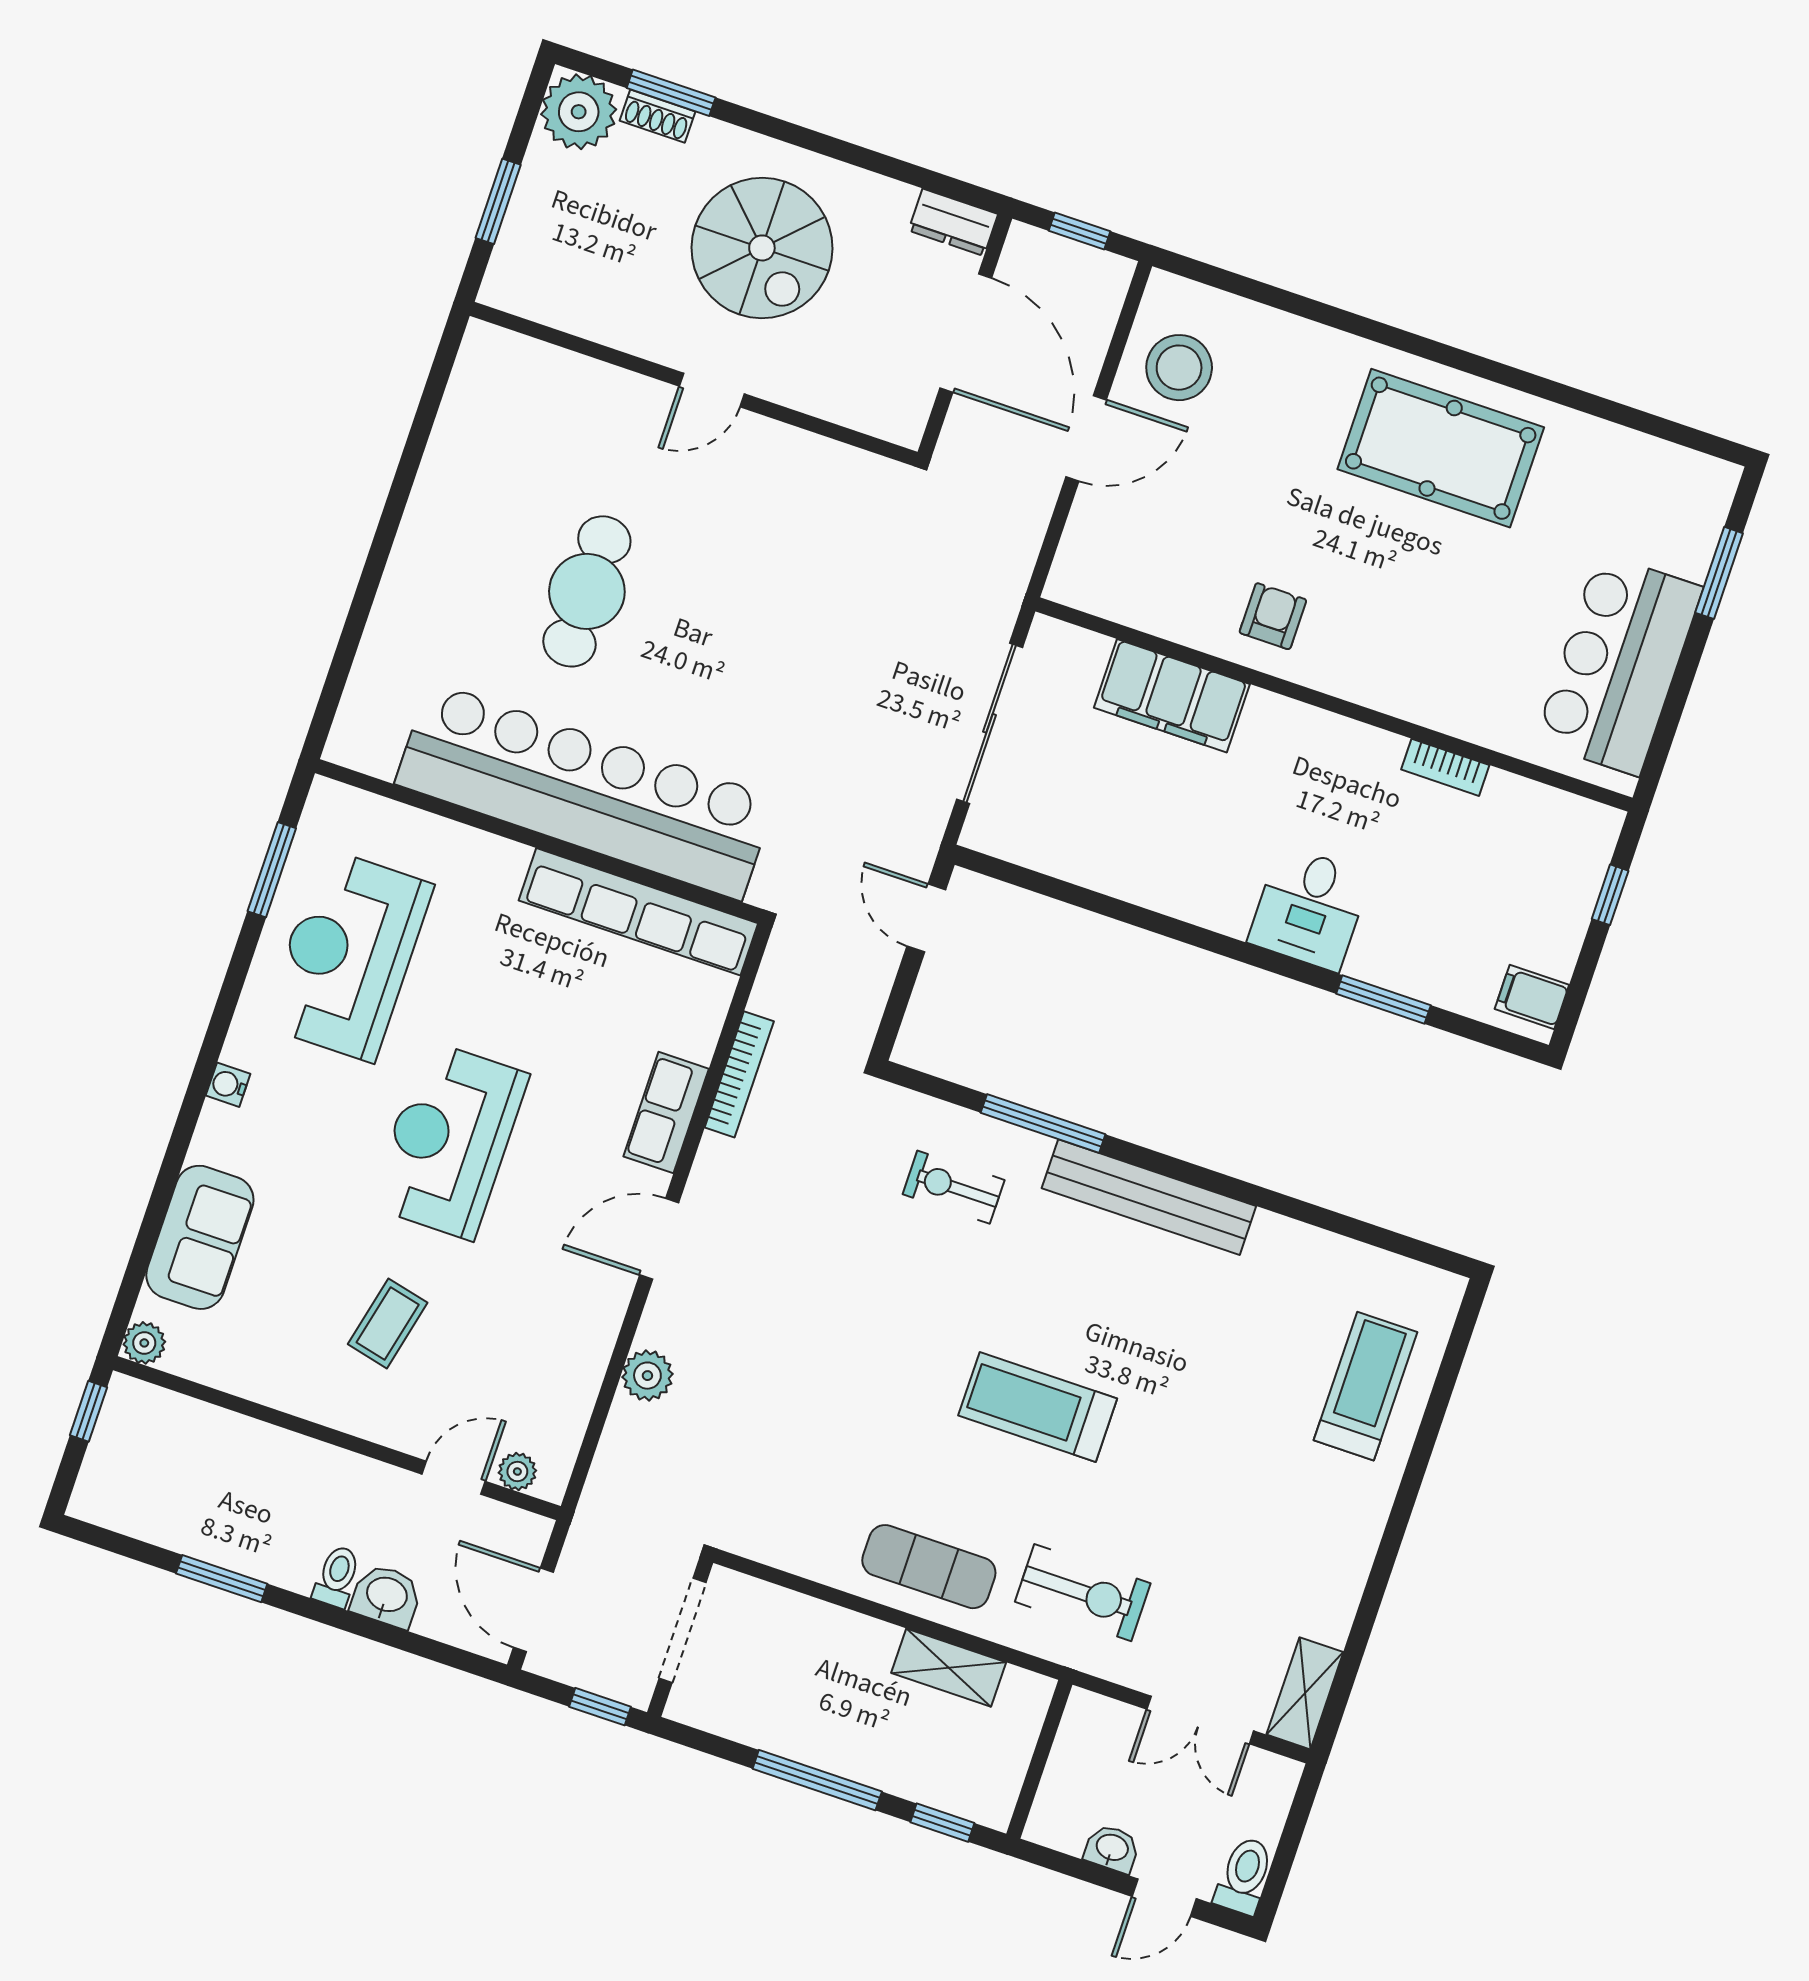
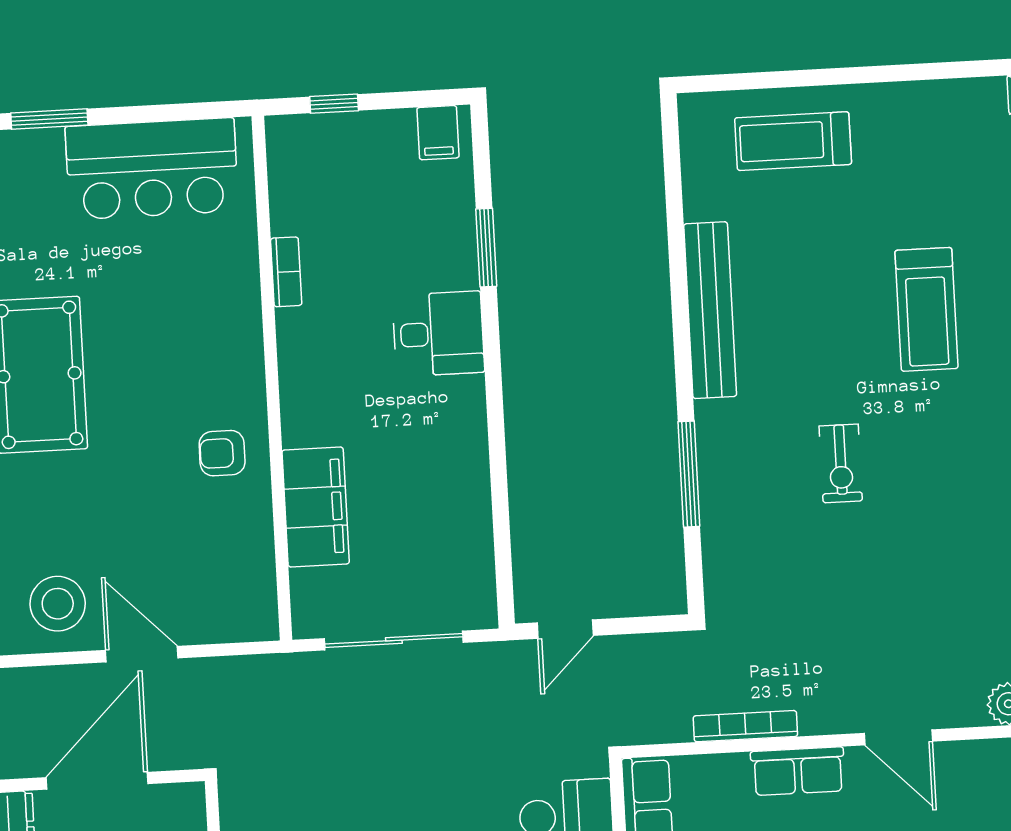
exercise bike: (954, 1187) -> (841, 463), moved
bench: (1149, 1197) -> (710, 310), moved
treadmill: (1038, 1407) -> (927, 309), moved

